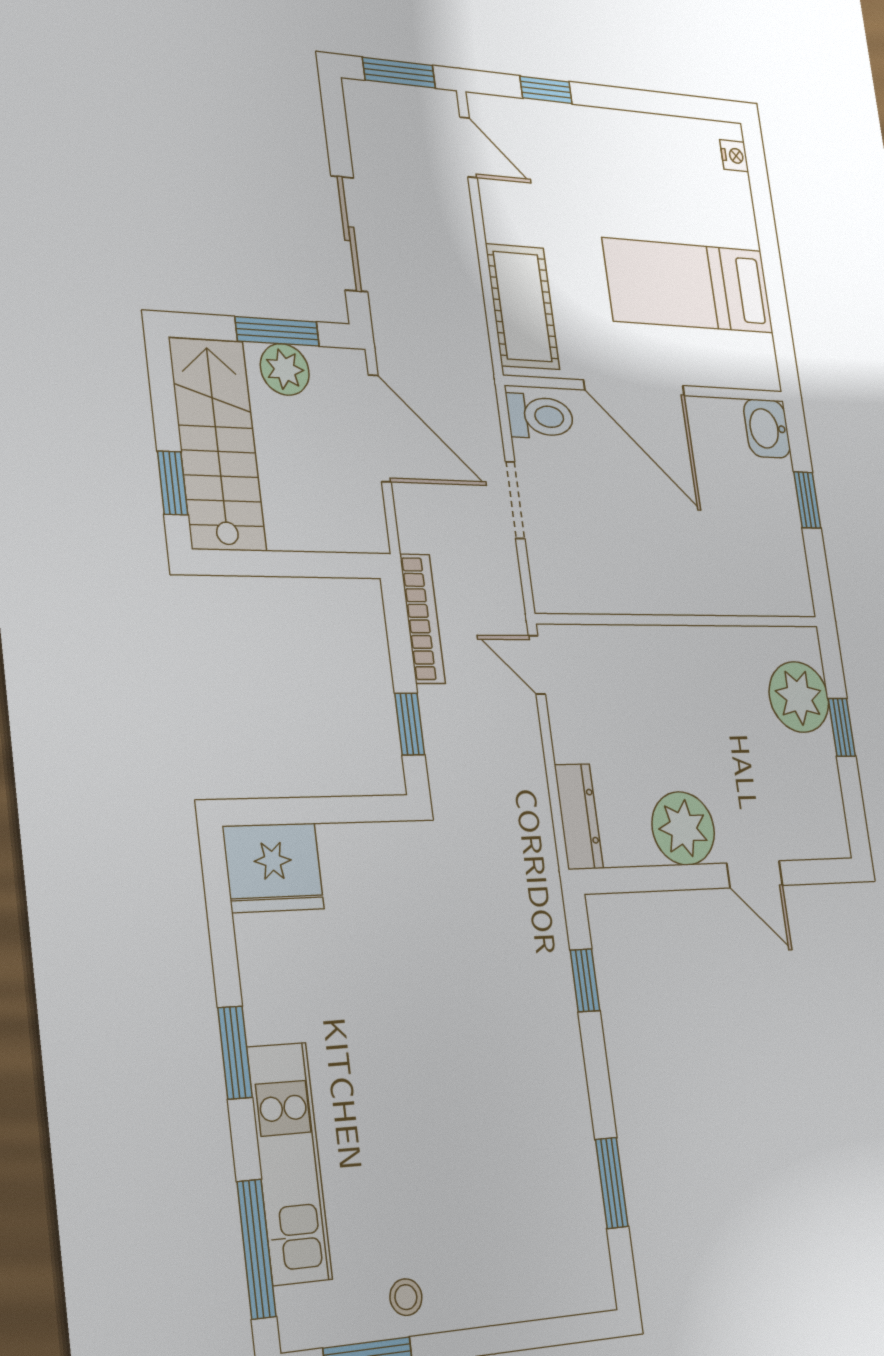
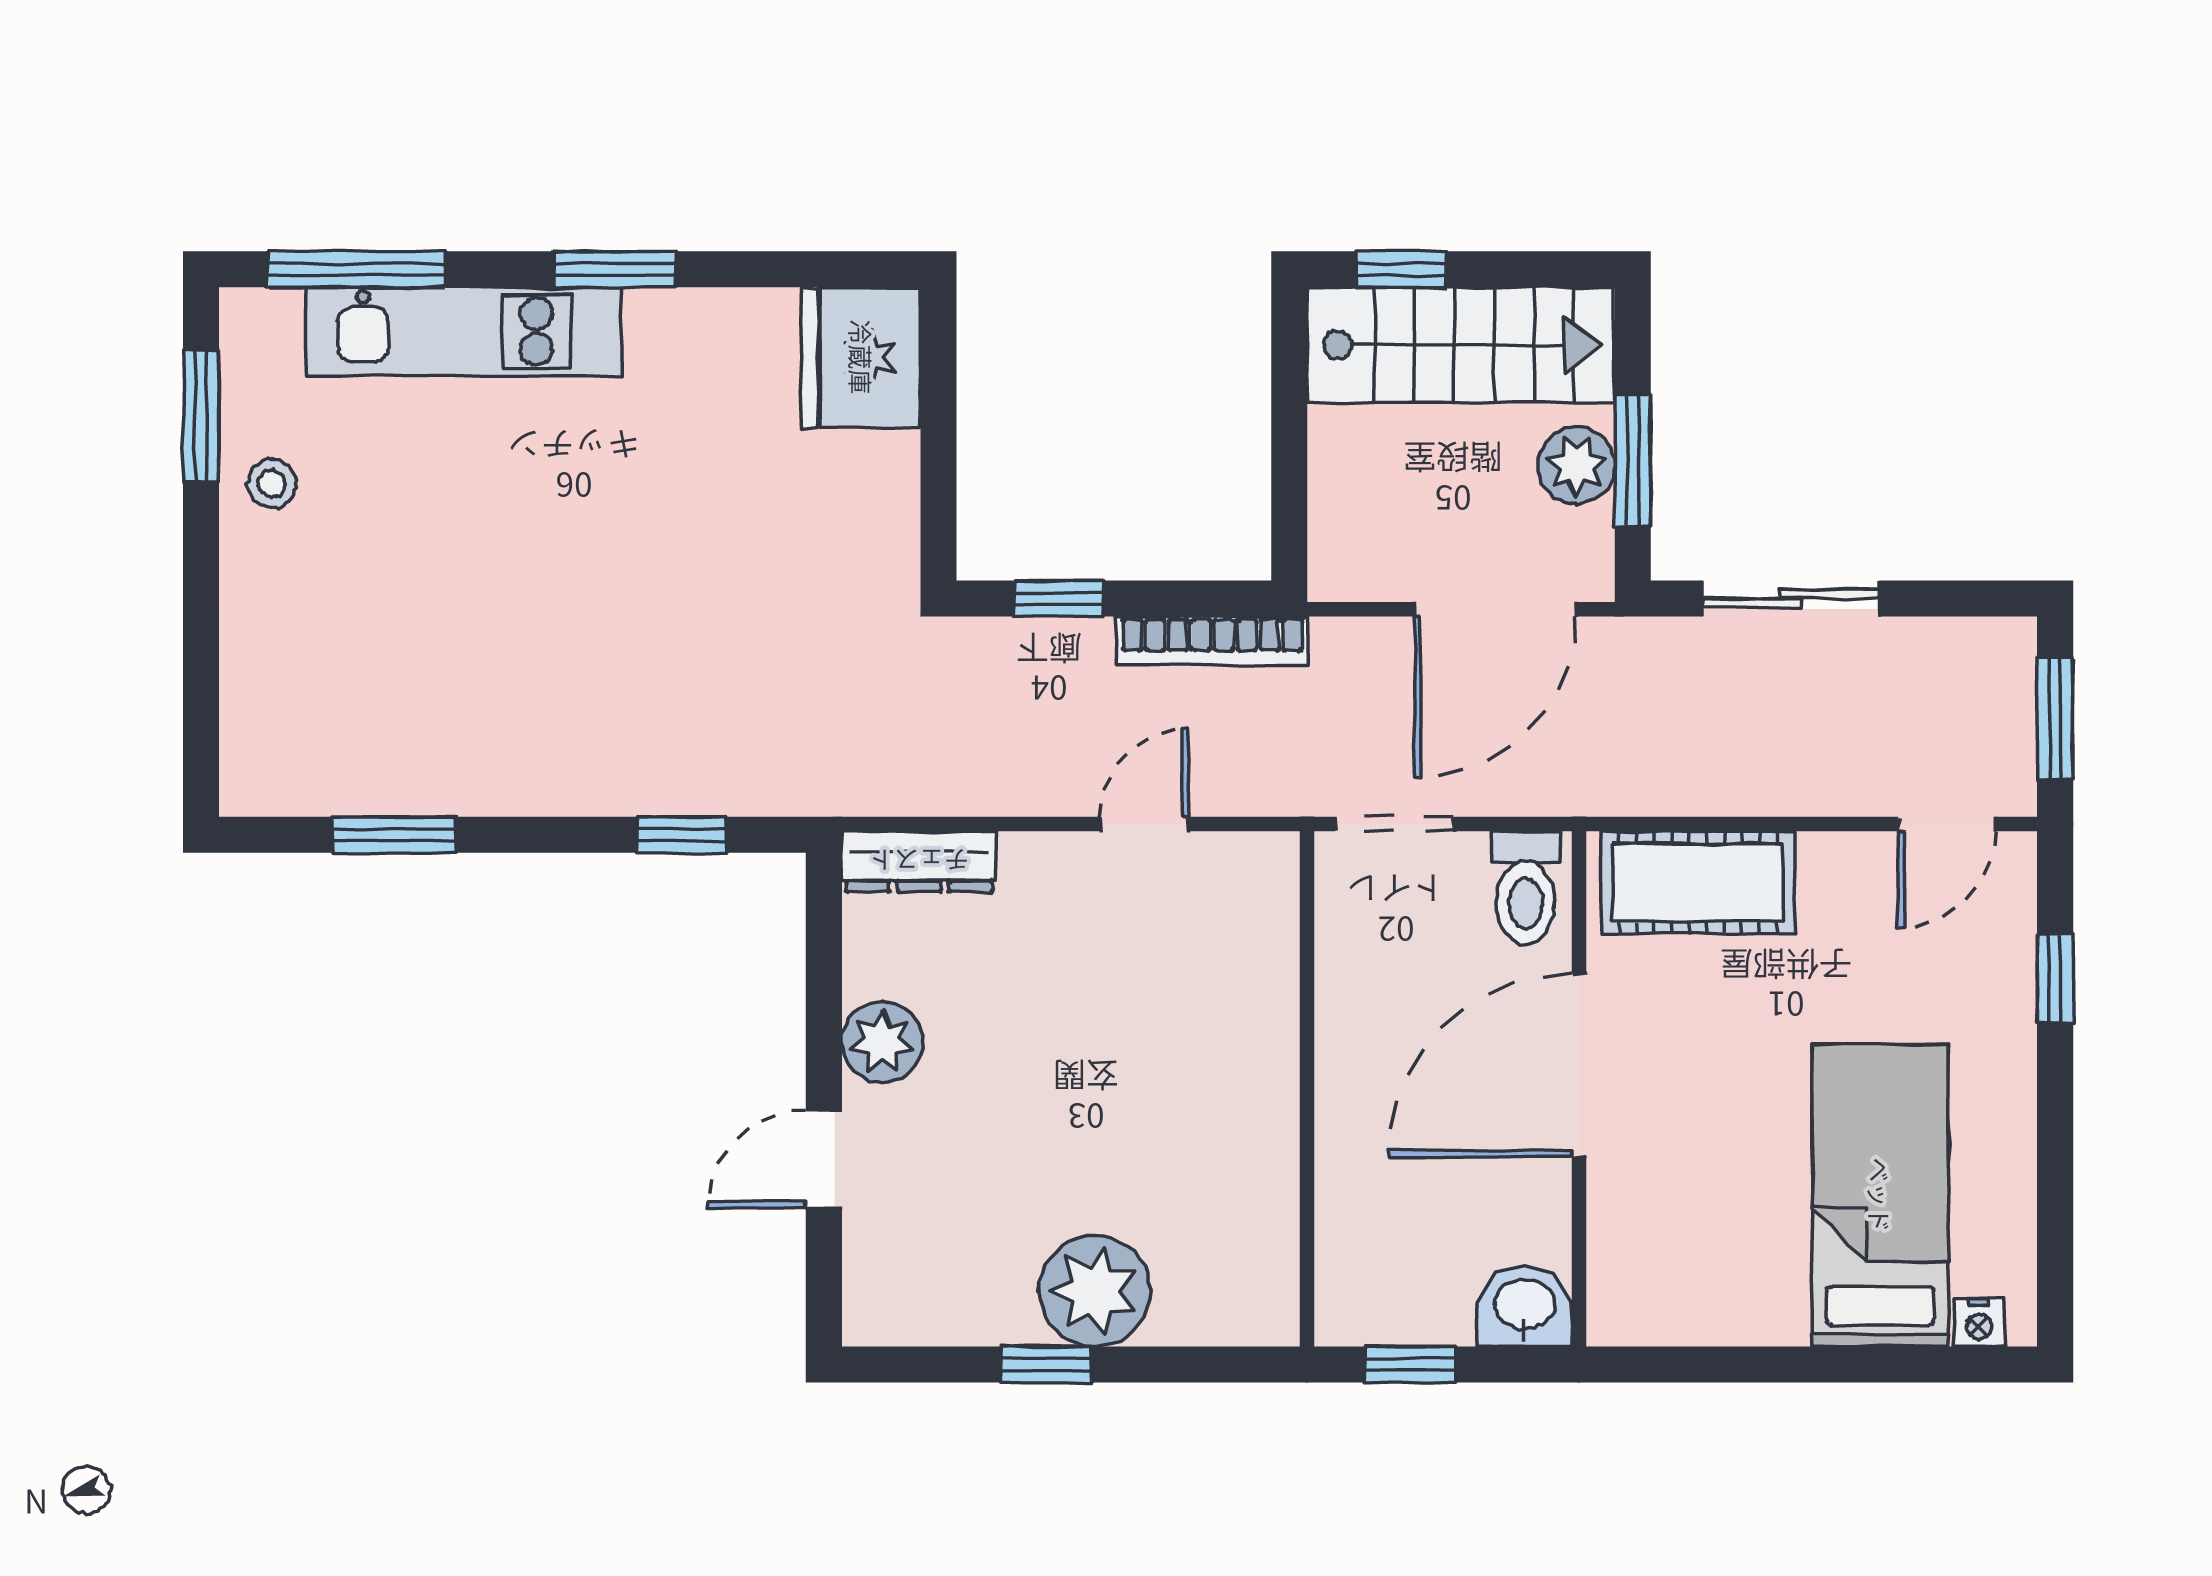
bed: (688, 286) -> (1880, 1195), moved
wall: (680, 620) -> (1307, 1089), moved
plant: (683, 828) -> (882, 1042), width x0.73, depth x0.73

